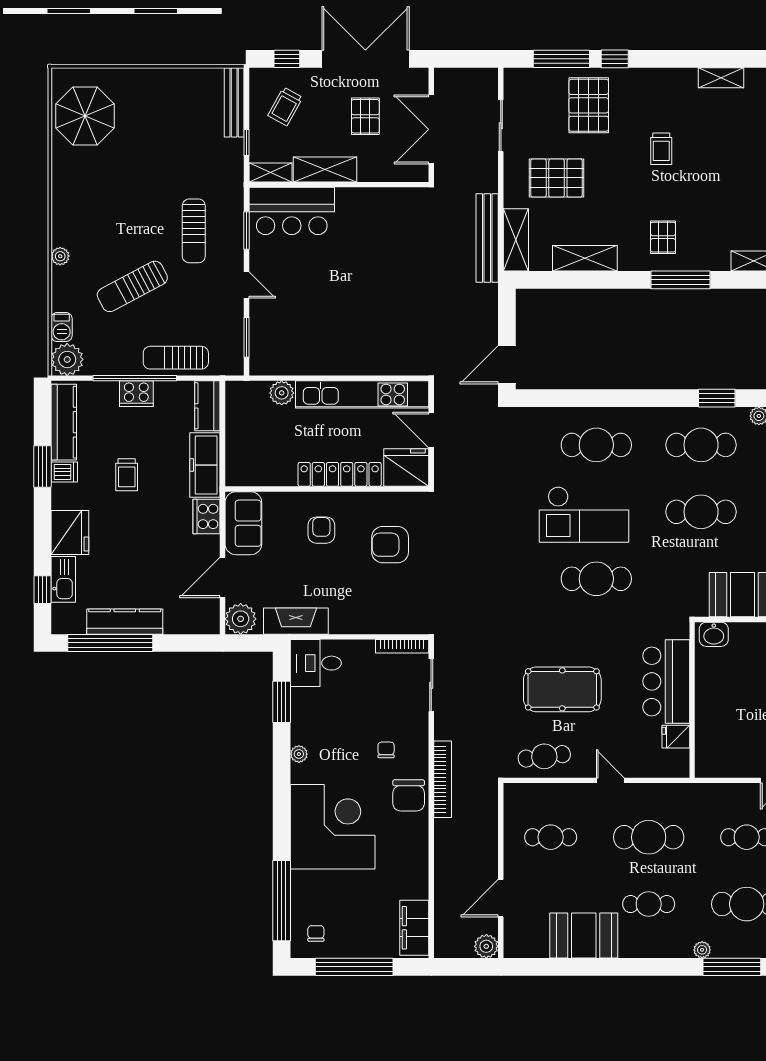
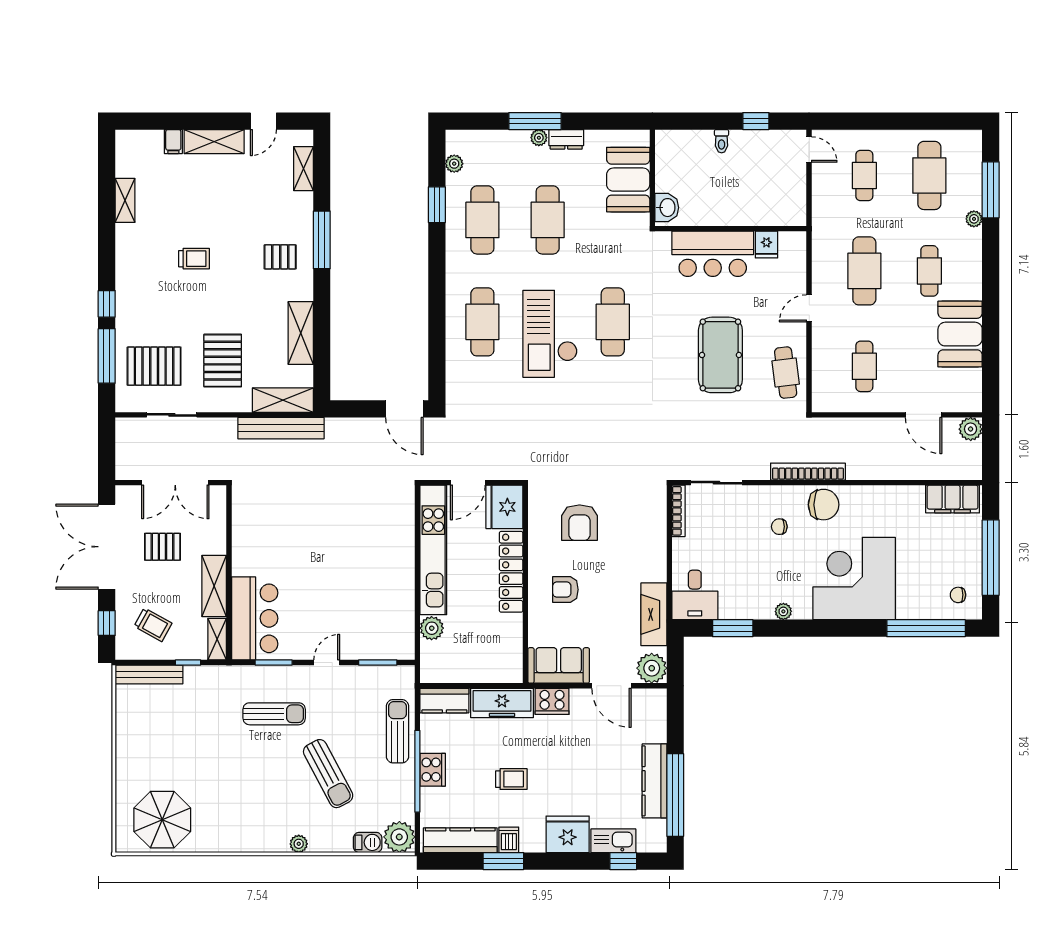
pallet: (589, 105) -> (154, 366), moved
sun lounger: (176, 358) -> (397, 731), turned 180
checkout: (584, 514) -> (550, 334), turned 180

